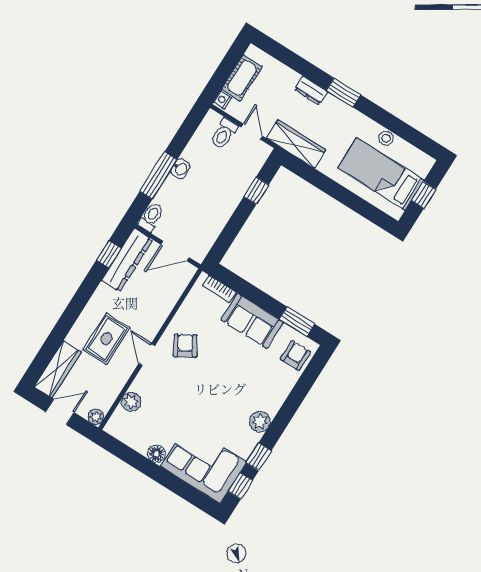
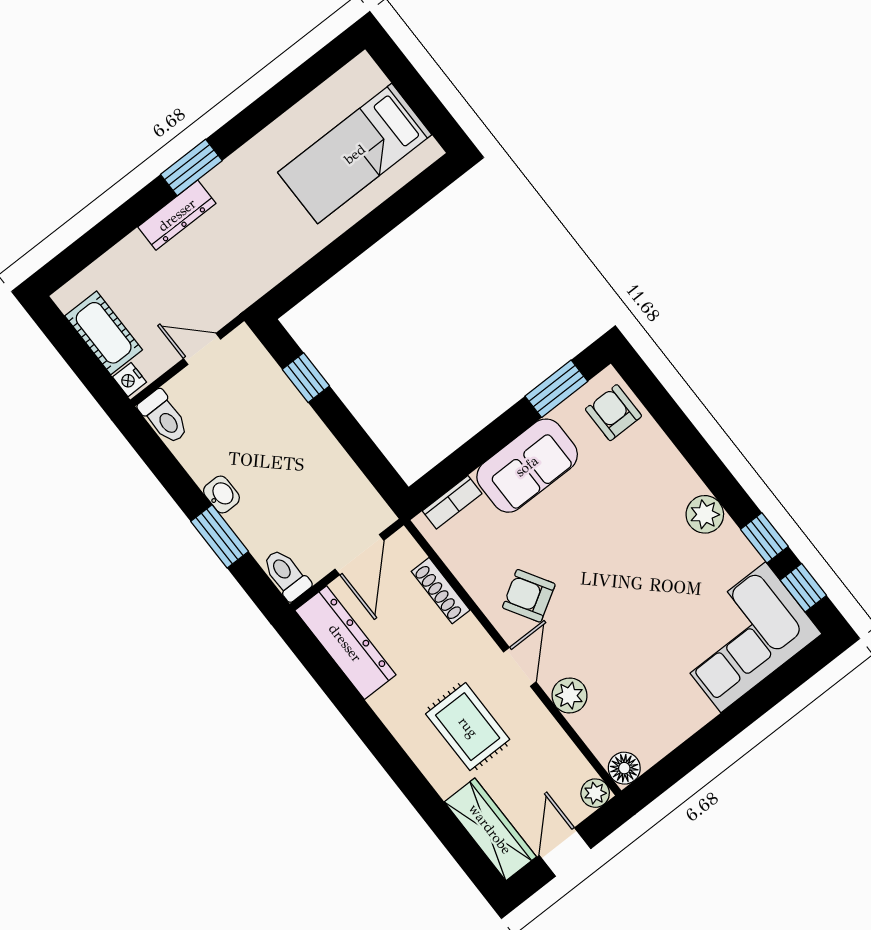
dresser: (311, 90) -> (177, 215), width x1.44
toilet: (224, 134) -> (164, 417), moved
stool: (386, 138) -> (296, 122), removed
wardrobe: (296, 144) -> (250, 281), removed
window: (158, 175) -> (220, 536), width x0.69
window: (424, 195) -> (417, 93), removed
window: (109, 254) -> (324, 670), removed
shoe rack: (171, 300) -> (441, 591), added
door: (147, 354) -> (520, 667), swing flipped
plant: (131, 402) -> (569, 695), moved
floor lamp: (156, 454) -> (624, 768), moved

